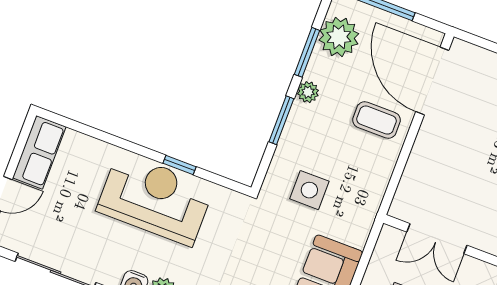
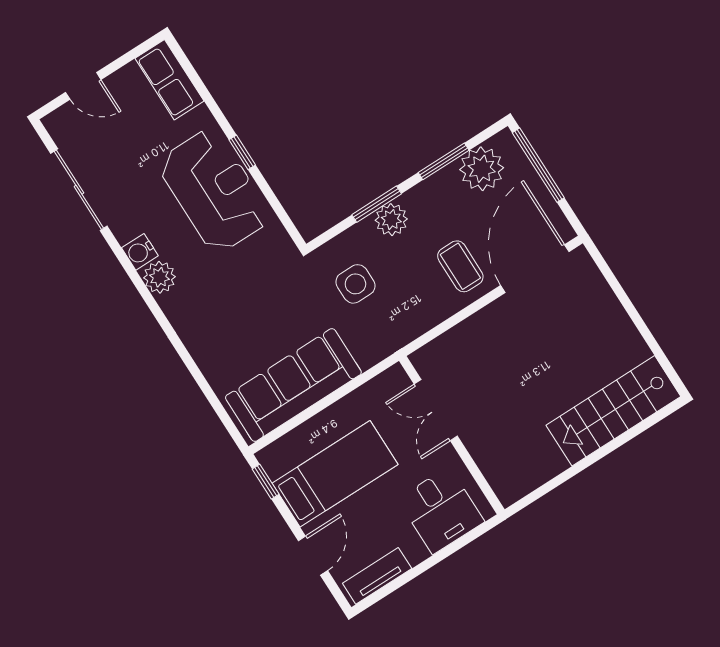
plant: (308, 92) -> (391, 220), moved, width x1.38, depth x1.38
row of seats: (39, 152) -> (169, 80), moved, turned 90
window: (179, 165) -> (242, 152), moved

